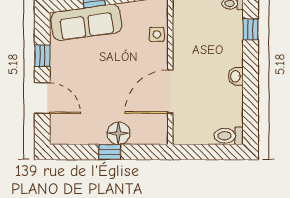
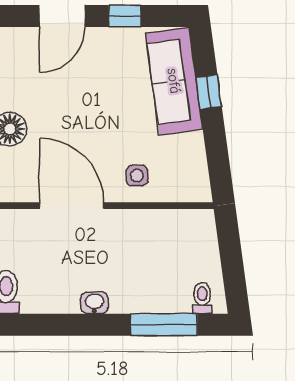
window: (251, 29) -> (164, 325), width x2.17
side table: (157, 34) -> (137, 176), moved

